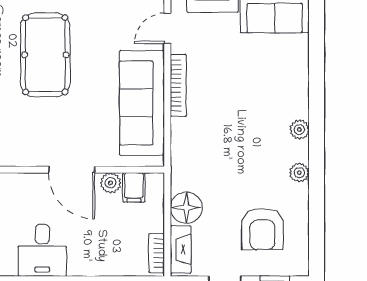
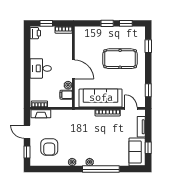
window: (316, 102) -> (101, 169), added
door: (72, 170) -> (73, 69), swing flipped
floor lamp: (186, 208) -> (58, 116), removed
armchair: (262, 229) -> (49, 147), turned -90
desk: (42, 250) -> (41, 68), moved

